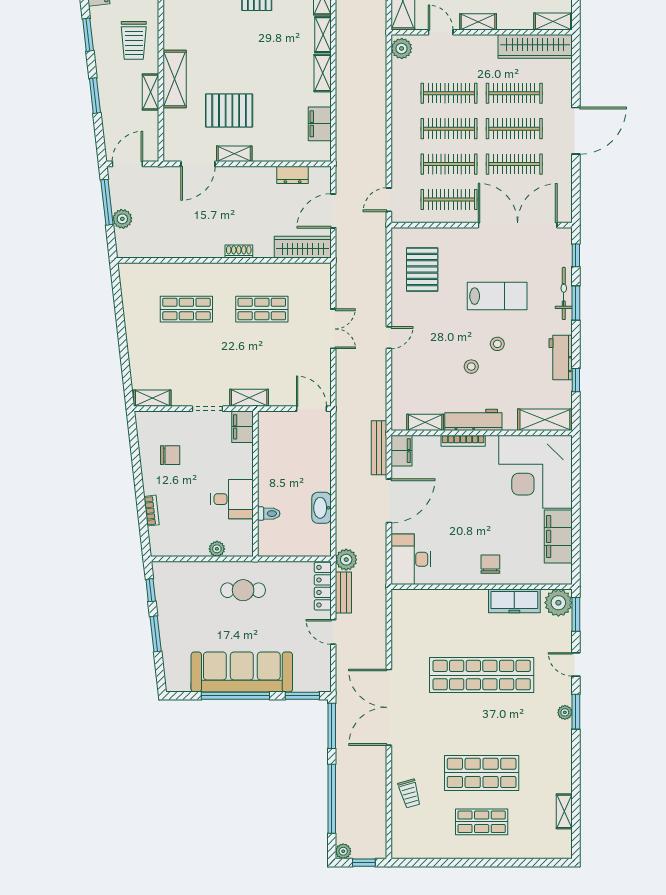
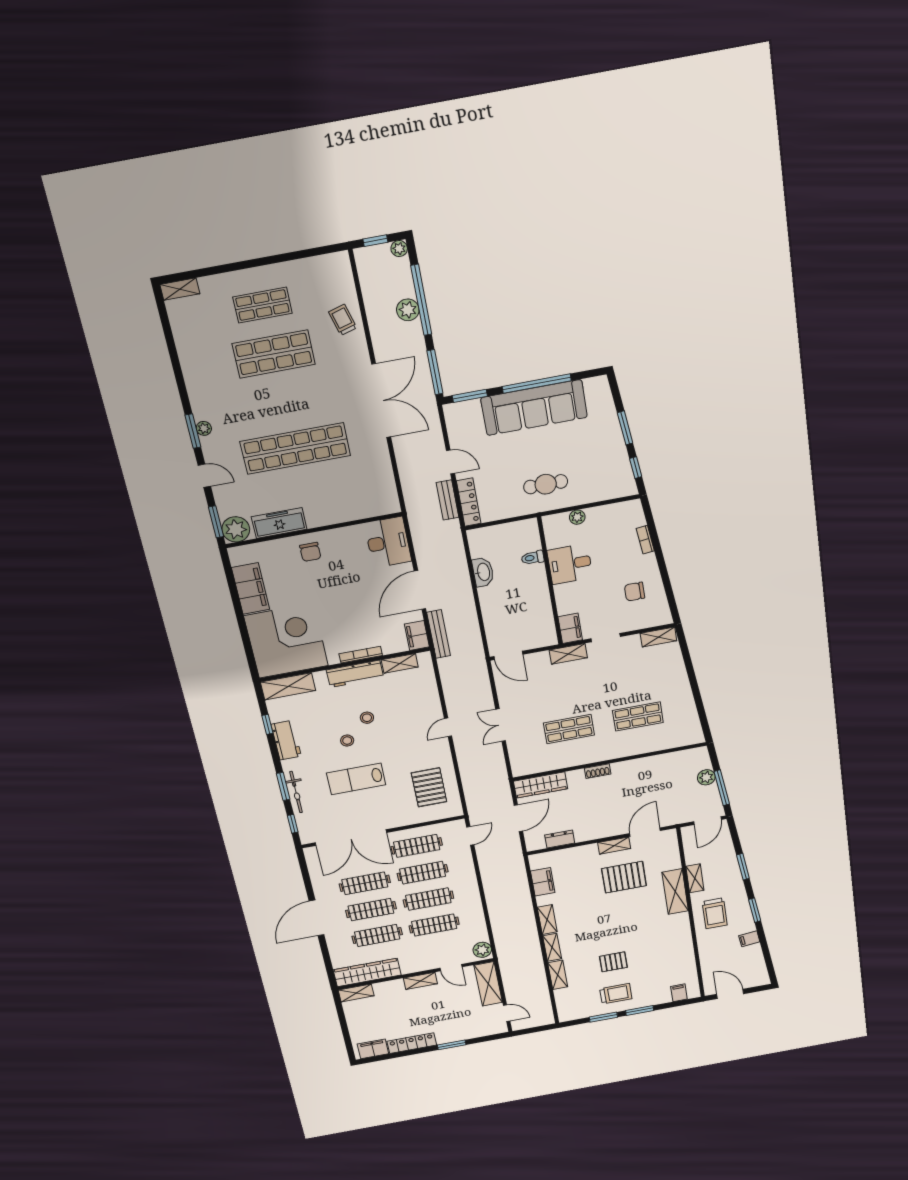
trolley: (134, 40) -> (715, 913), turned 180
plant: (346, 560) -> (408, 310), moved
shelving: (564, 811) -> (180, 289), moved, turned 90

